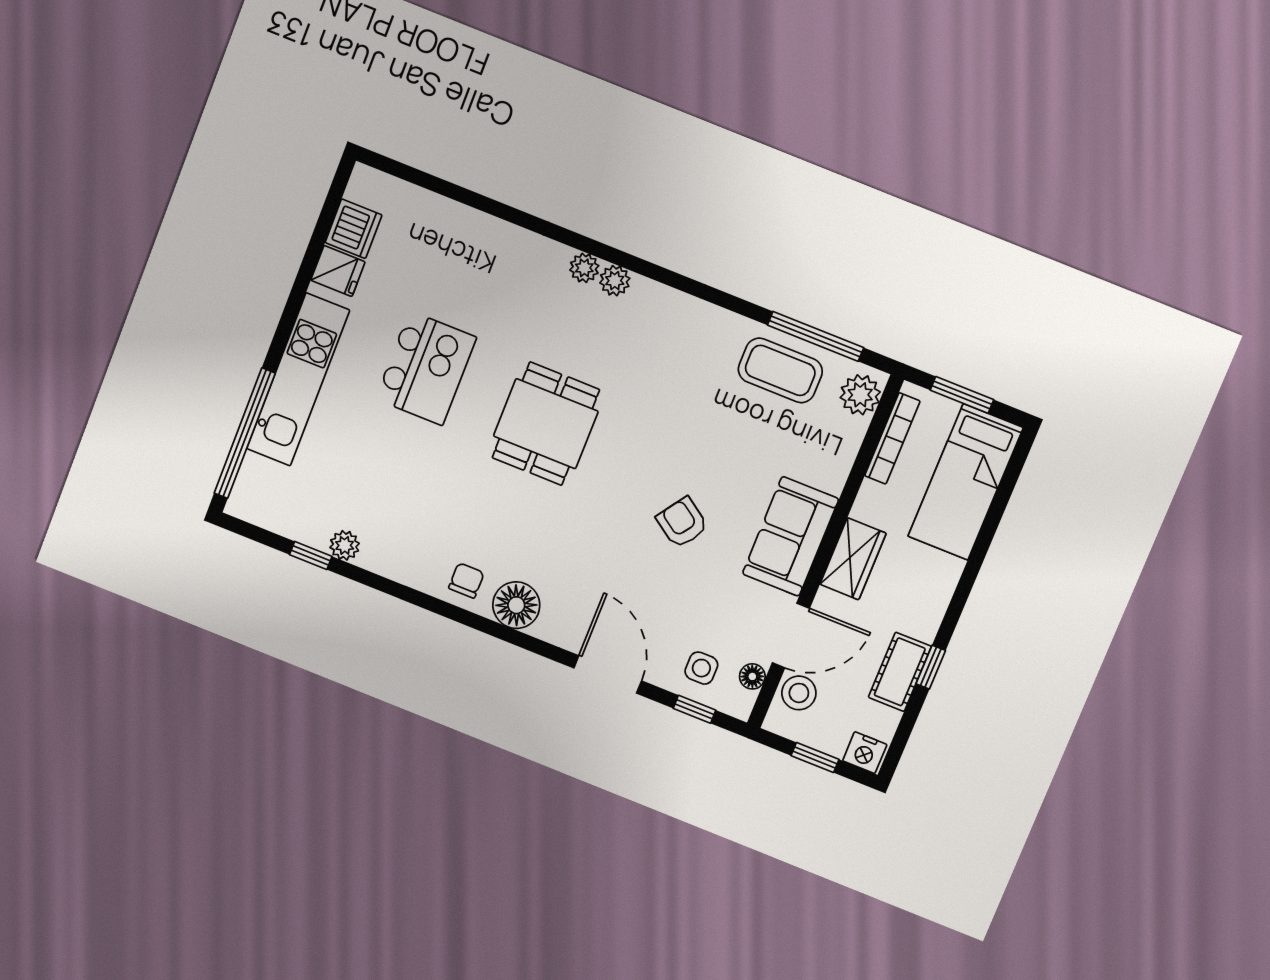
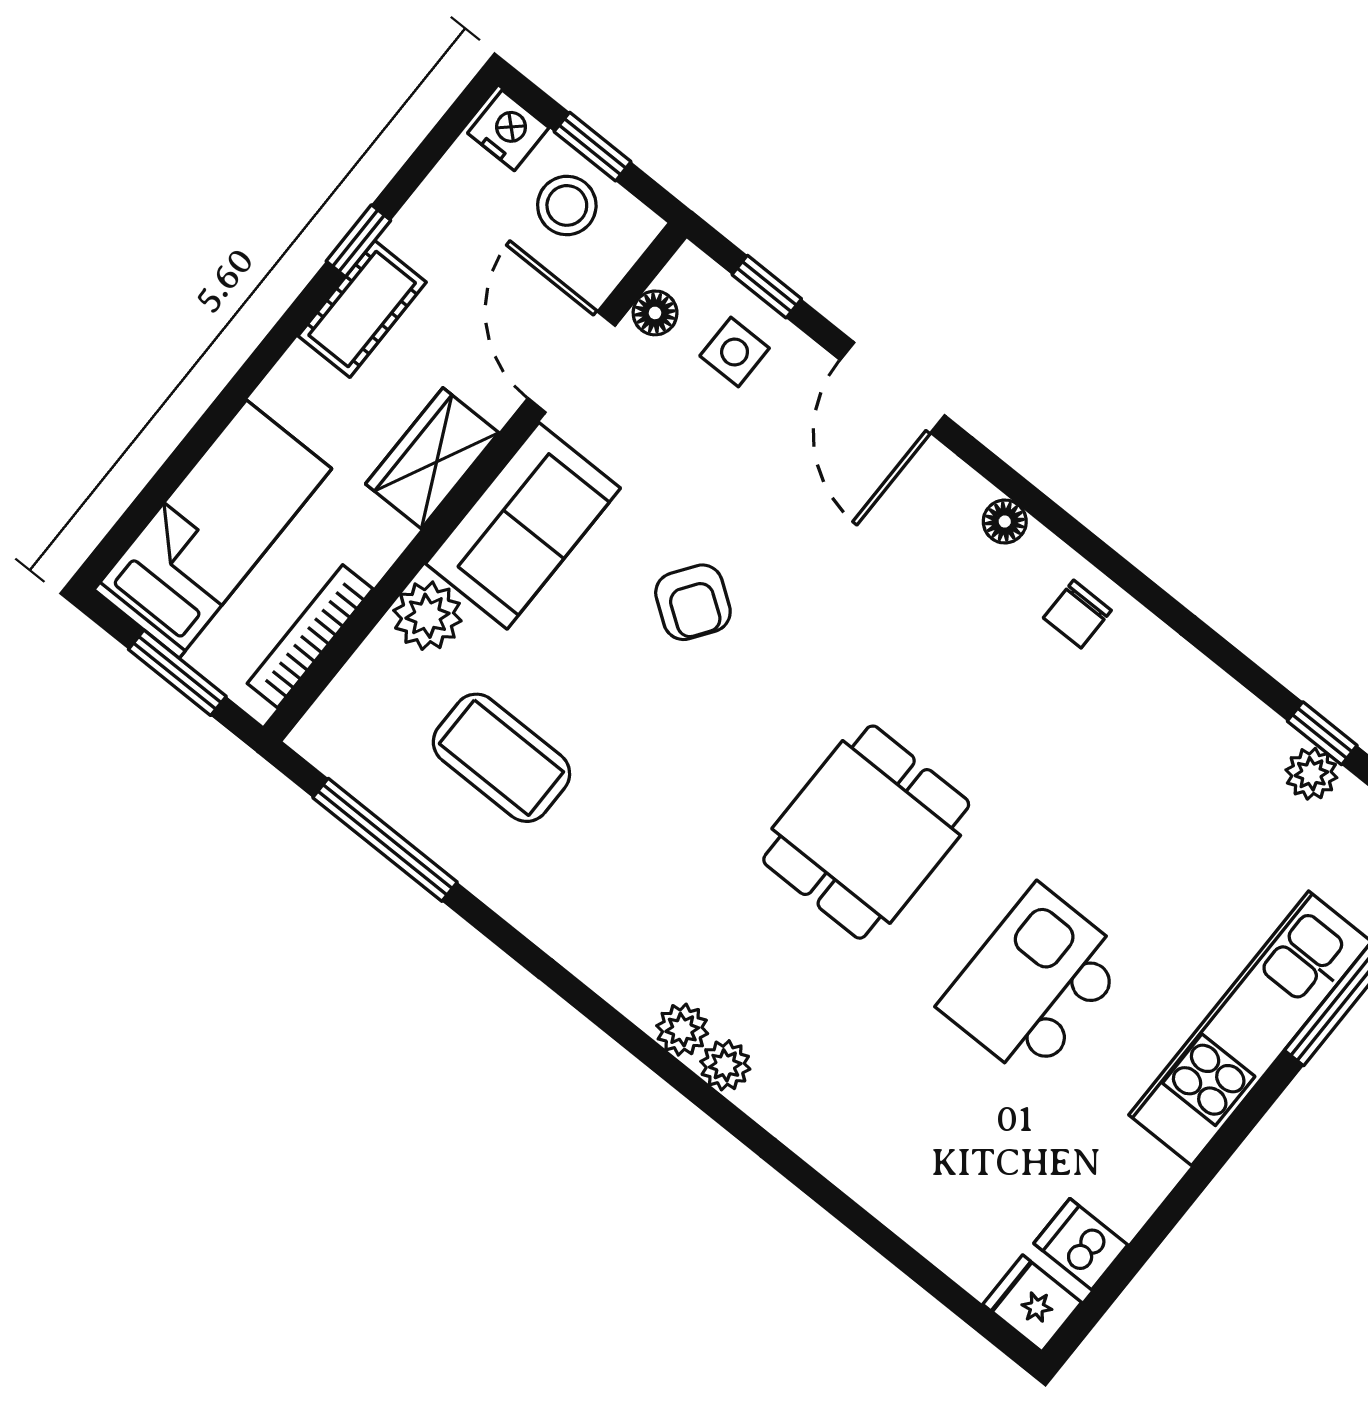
dishwasher: (354, 229) -> (1081, 1244), width x0.73
fridge: (338, 271) -> (1032, 1303), moved
coffee table: (780, 370) -> (501, 758), moved
plant: (860, 395) -> (427, 616), moved
plant: (345, 545) -> (1311, 774), moved
floor lamp: (516, 605) -> (1005, 522), width x0.53, depth x0.53
door: (791, 636) -> (572, 362), hinge flipped
cot: (900, 672) -> (362, 309), moved
stool: (799, 693) -> (567, 205), moved

